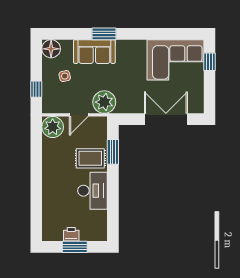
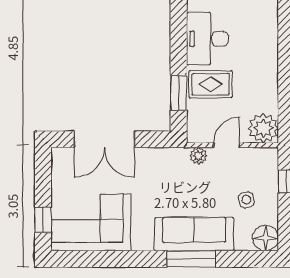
window: (104, 34) -> (191, 259), width x1.44
sofa: (94, 52) -> (194, 234), width x1.36
plant: (104, 102) -> (198, 156), width x0.53, depth x0.53

